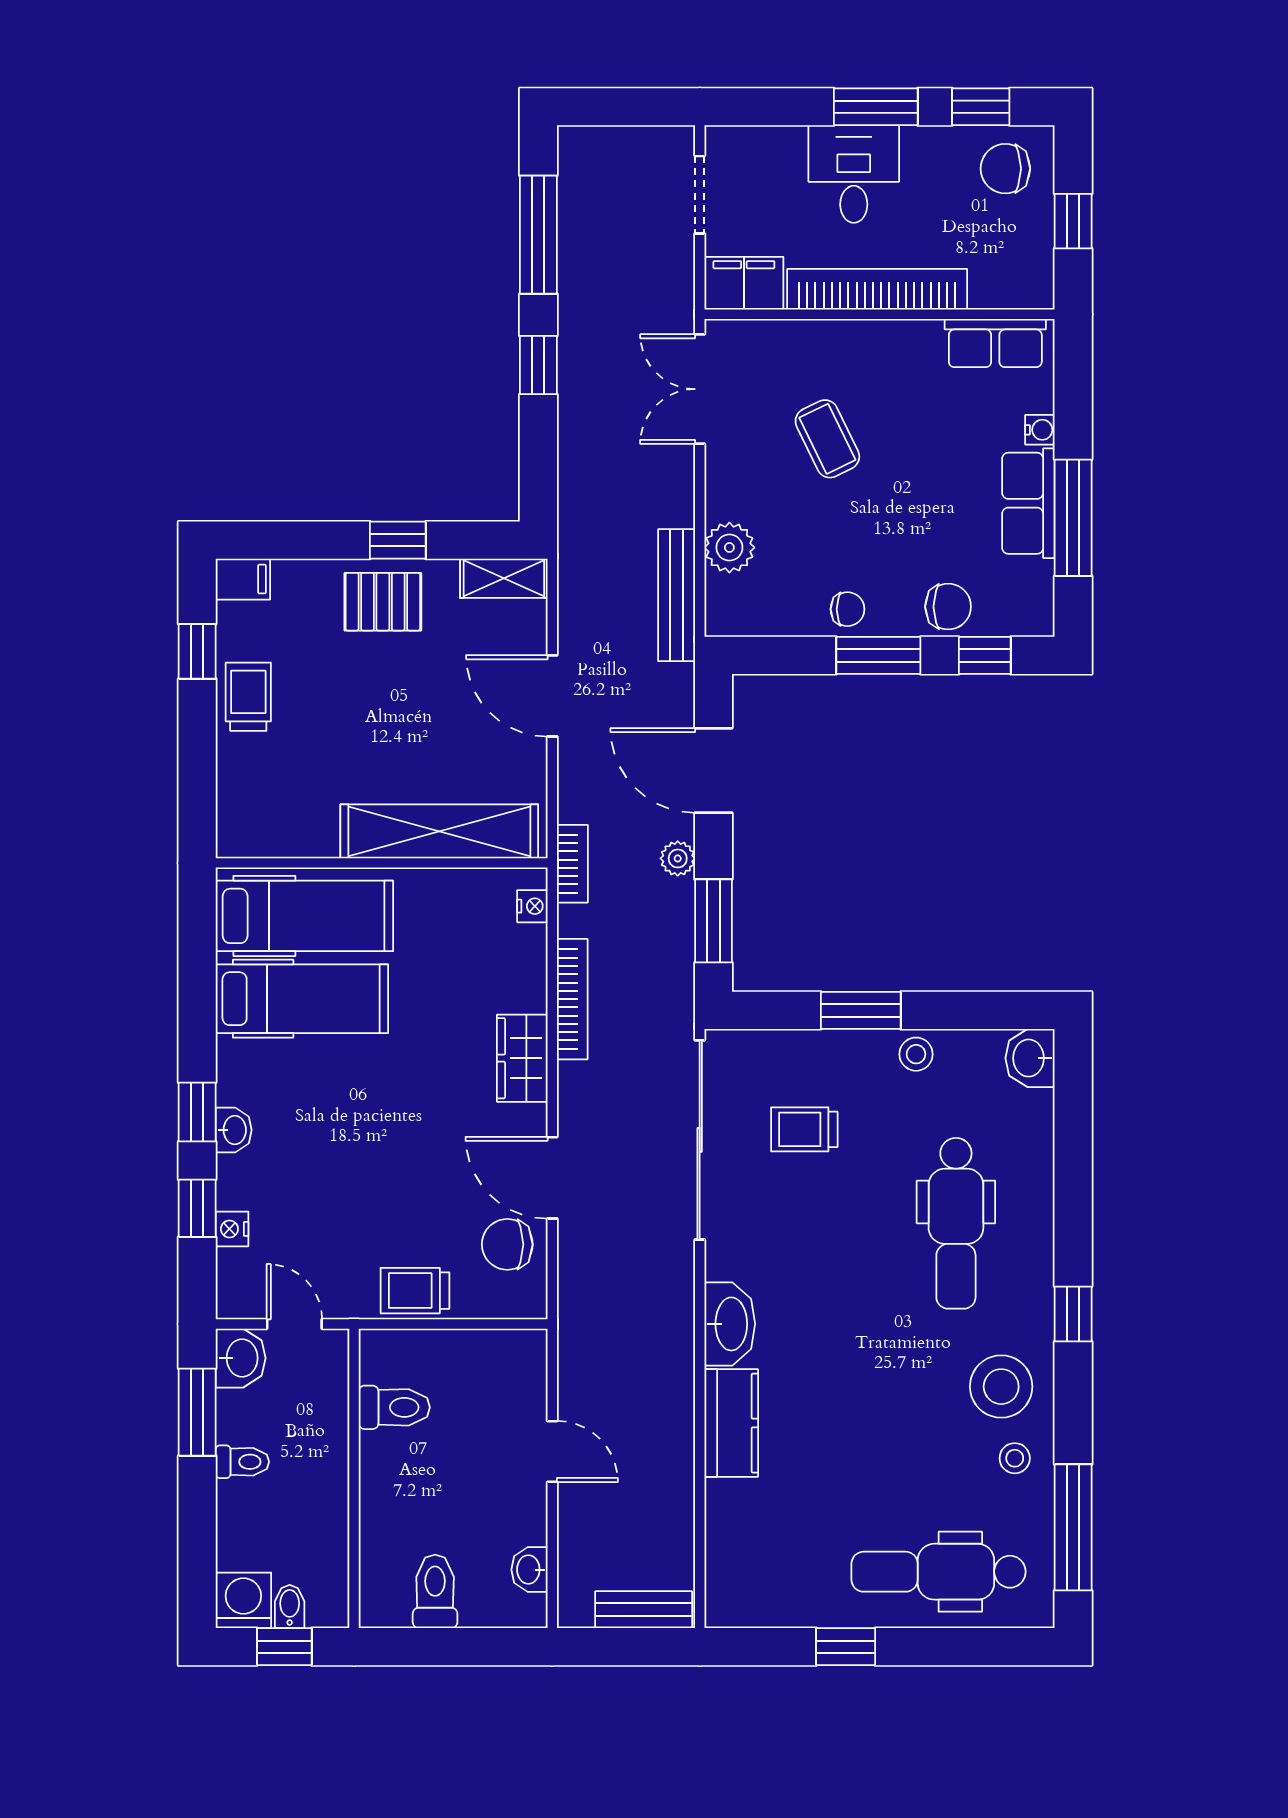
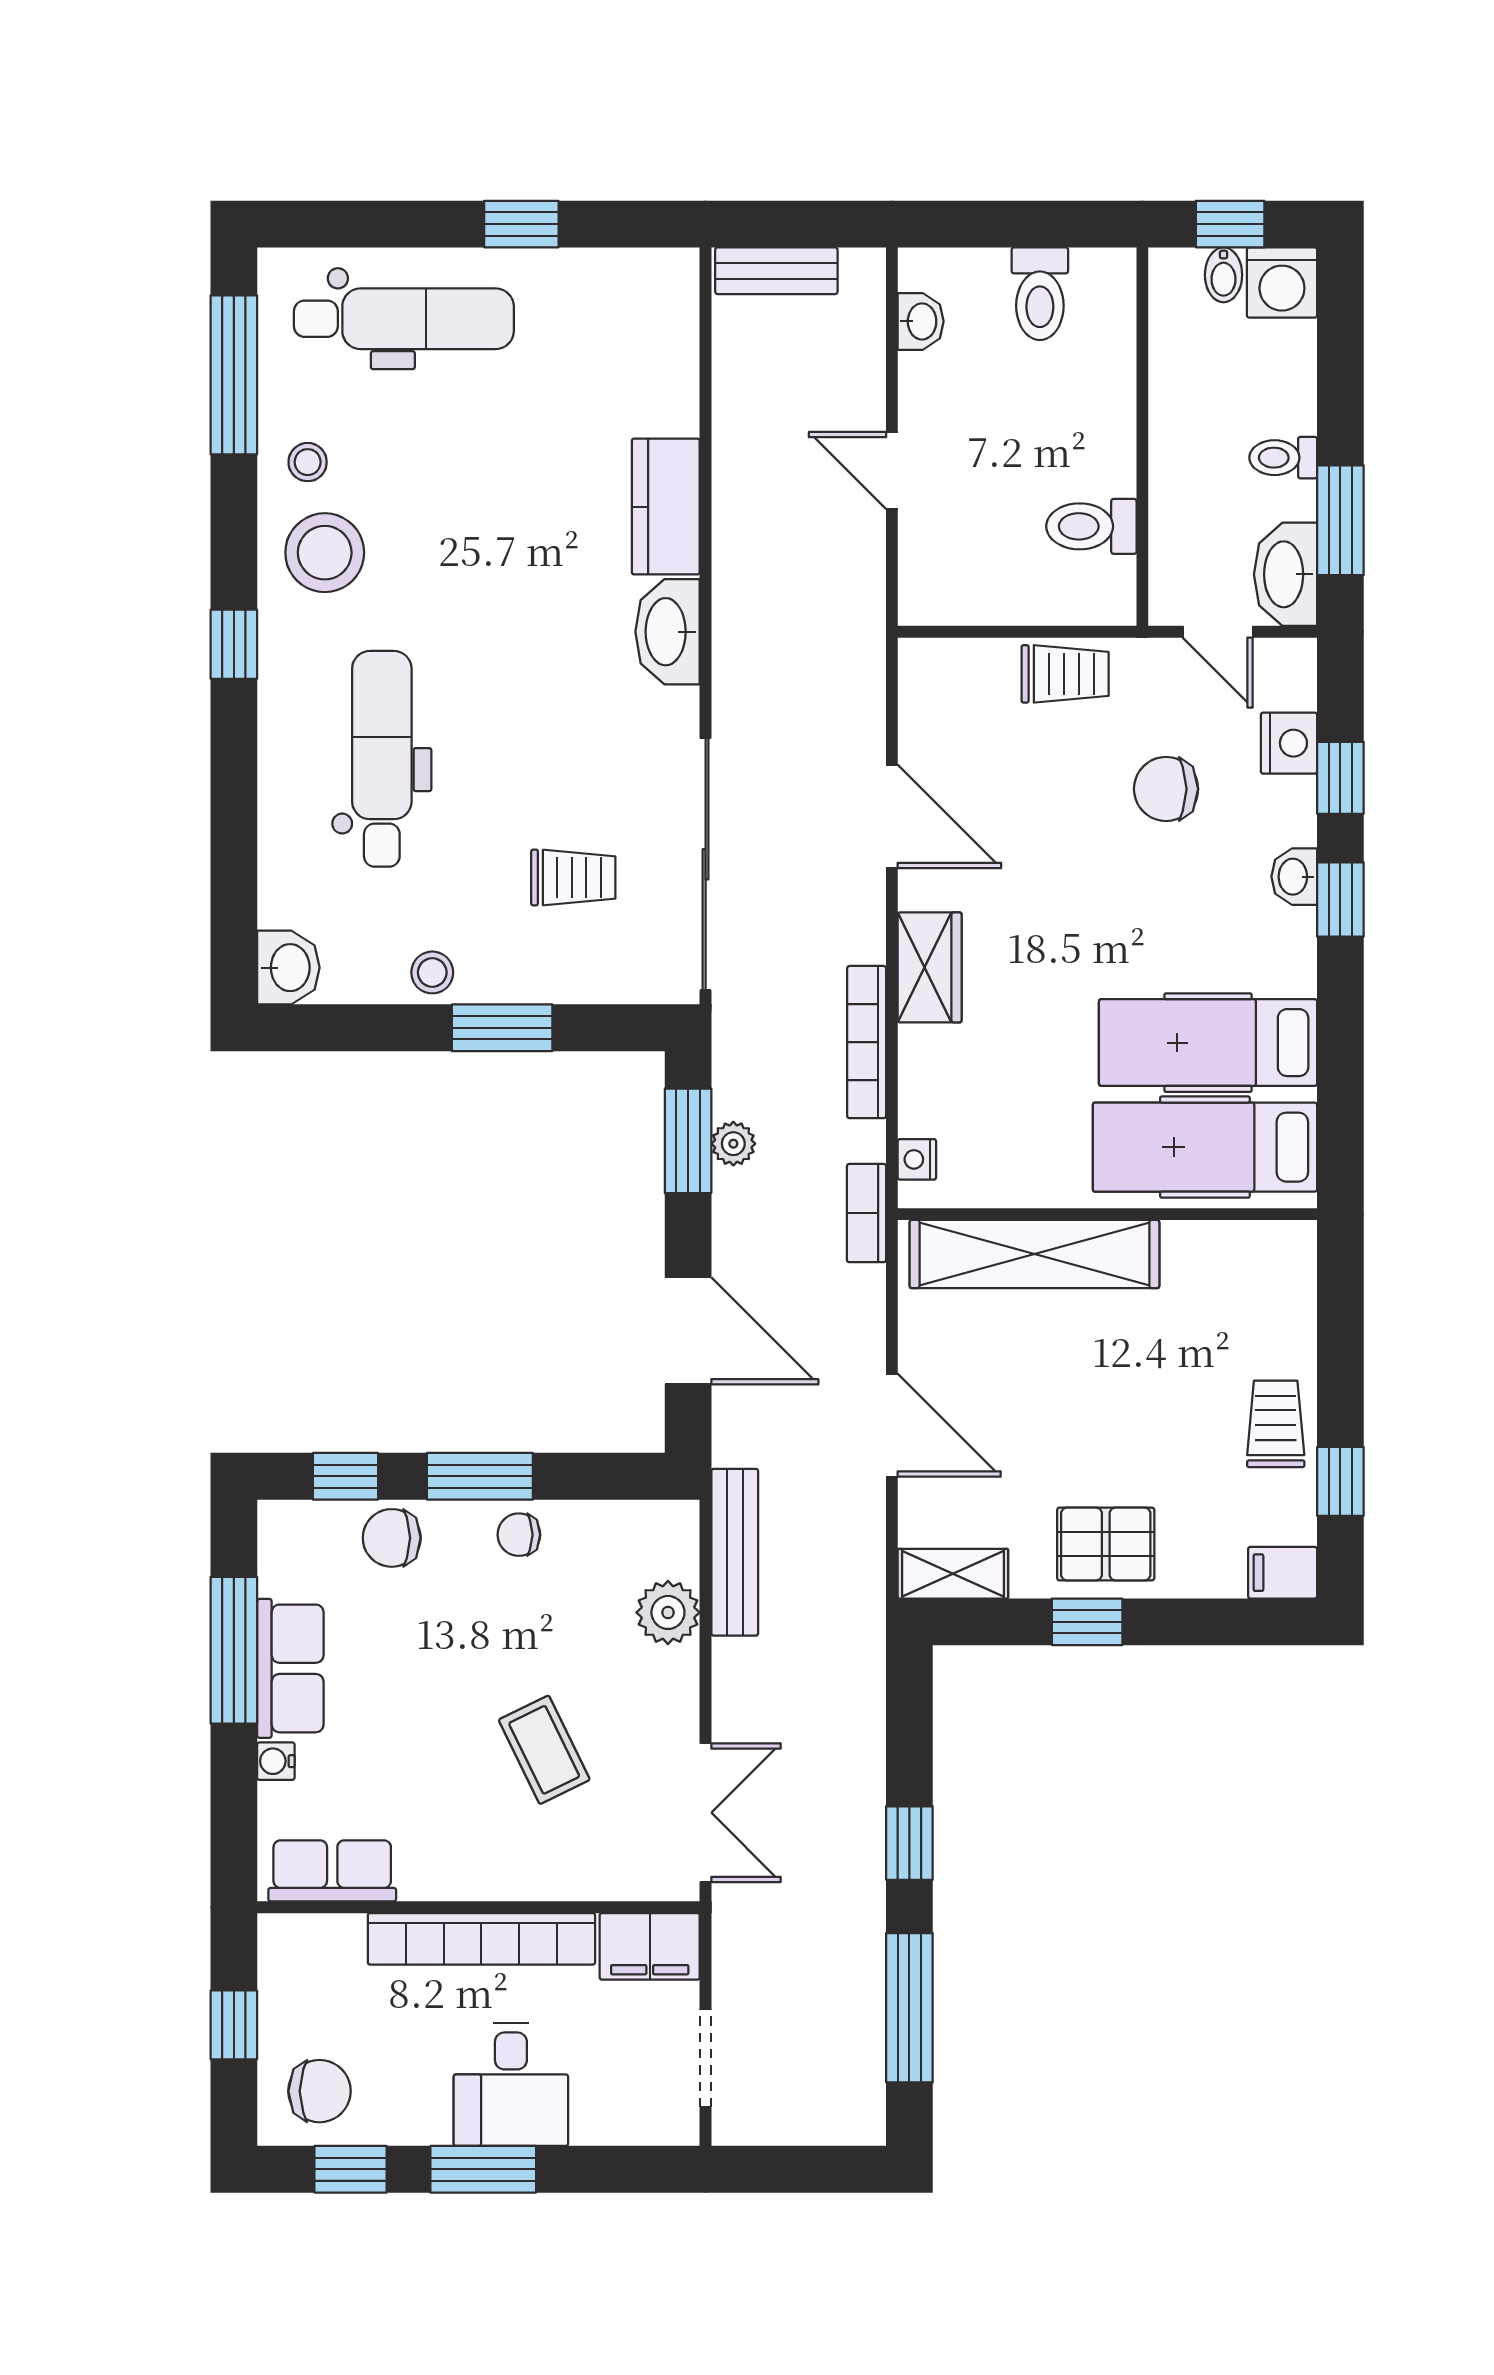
trolley: (248, 697) -> (1276, 1424), turned 180
plant: (678, 858) -> (733, 1144), moved
nightstand: (232, 1229) -> (1289, 743), width x1.39, depth x1.35
chair: (507, 1244) -> (1166, 789), moved, turned 180
washbasin: (241, 1358) -> (1286, 574), width x1.38

